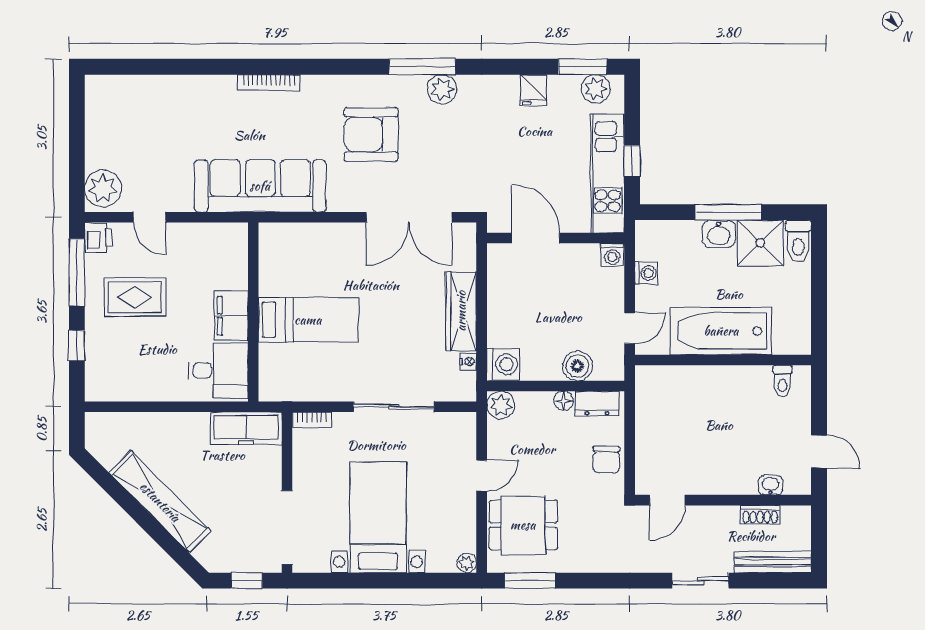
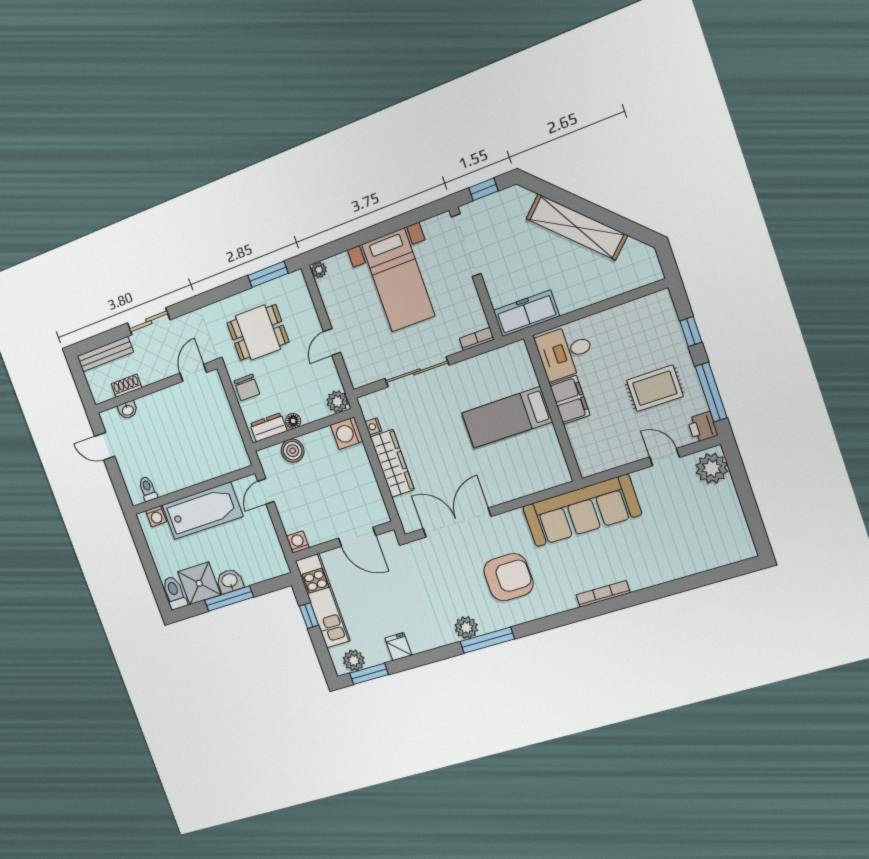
washing machine: (646, 273) -> (156, 516), moved, turned -90
chair: (606, 460) -> (247, 387), turned 180
dining table: (523, 525) -> (258, 332), moved

